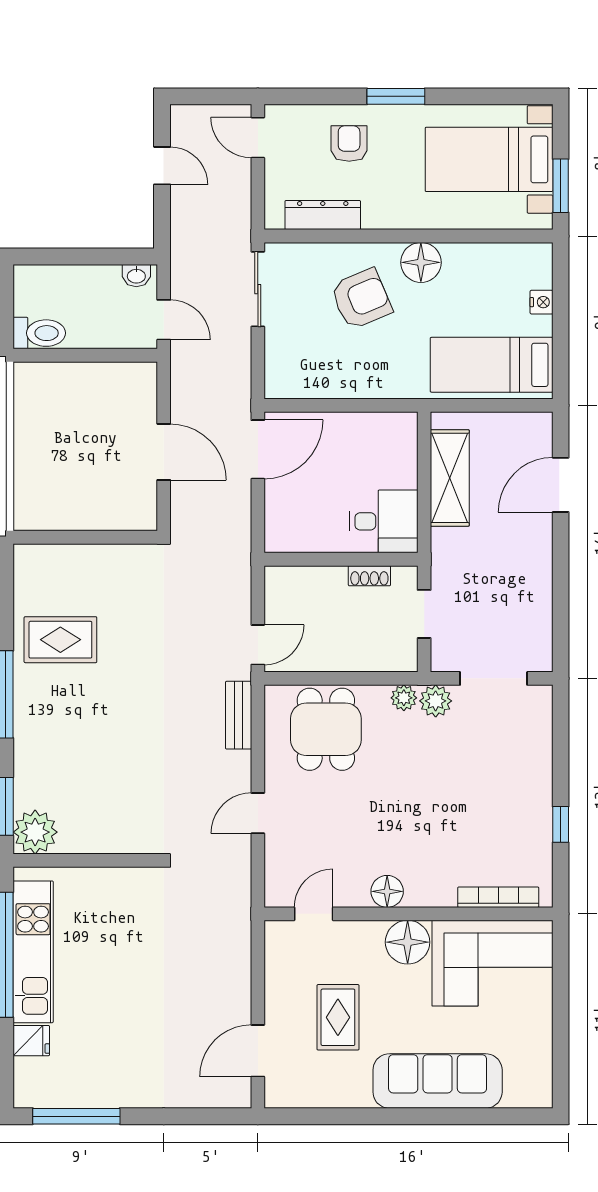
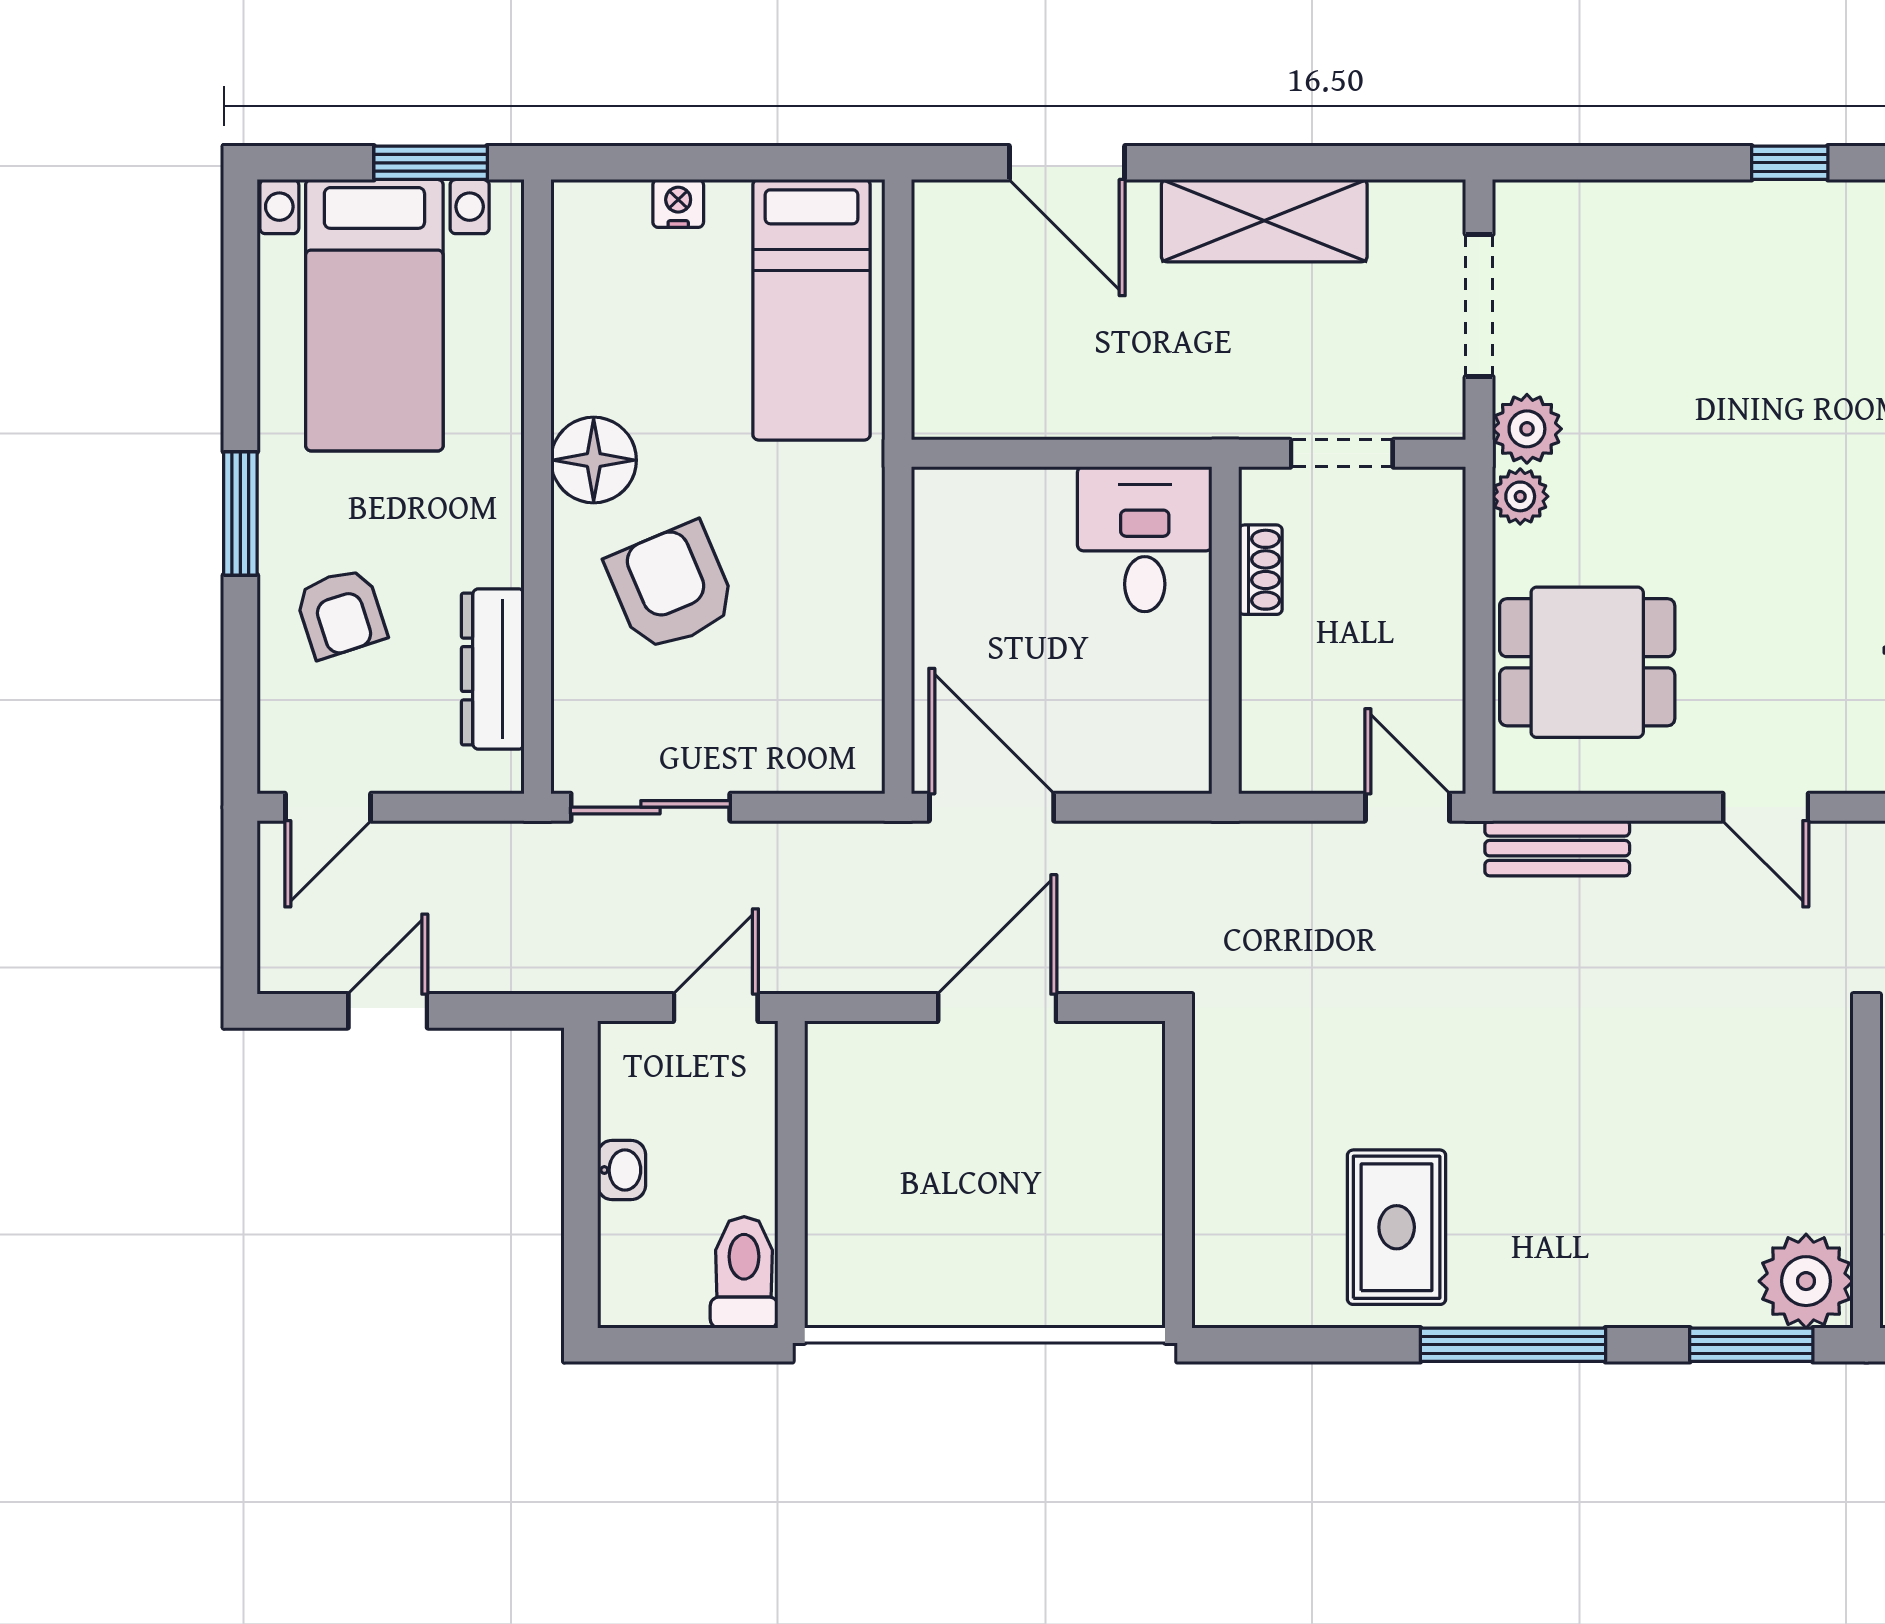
armchair: (349, 144) -> (341, 613), turned -108
washbasin: (136, 276) -> (622, 1170), moved
shelving: (450, 478) -> (1264, 221), moved

